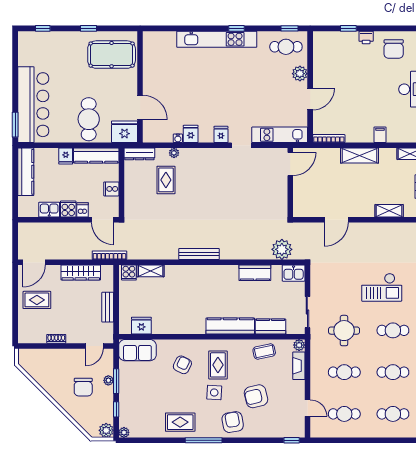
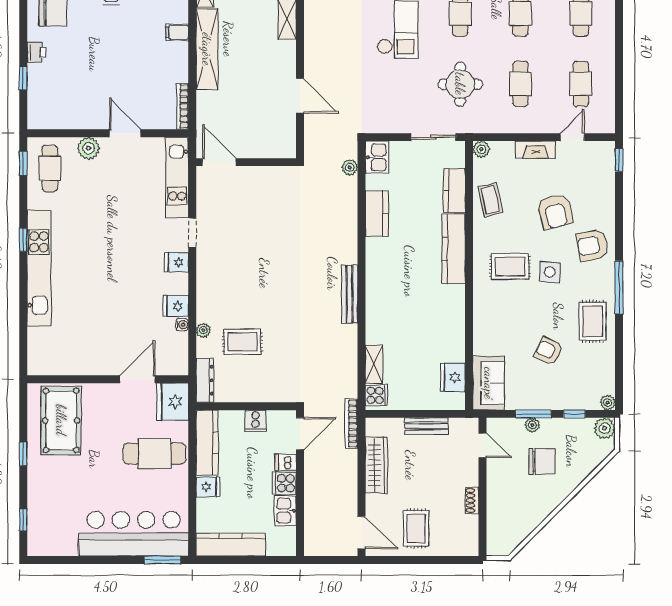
shelving: (359, 156) -> (207, 49), width x1.47
plant: (282, 249) -> (350, 167), width x0.53, depth x0.53
armchair: (182, 365) -> (549, 351), moved
fireplace: (299, 366) -> (536, 150), moved

